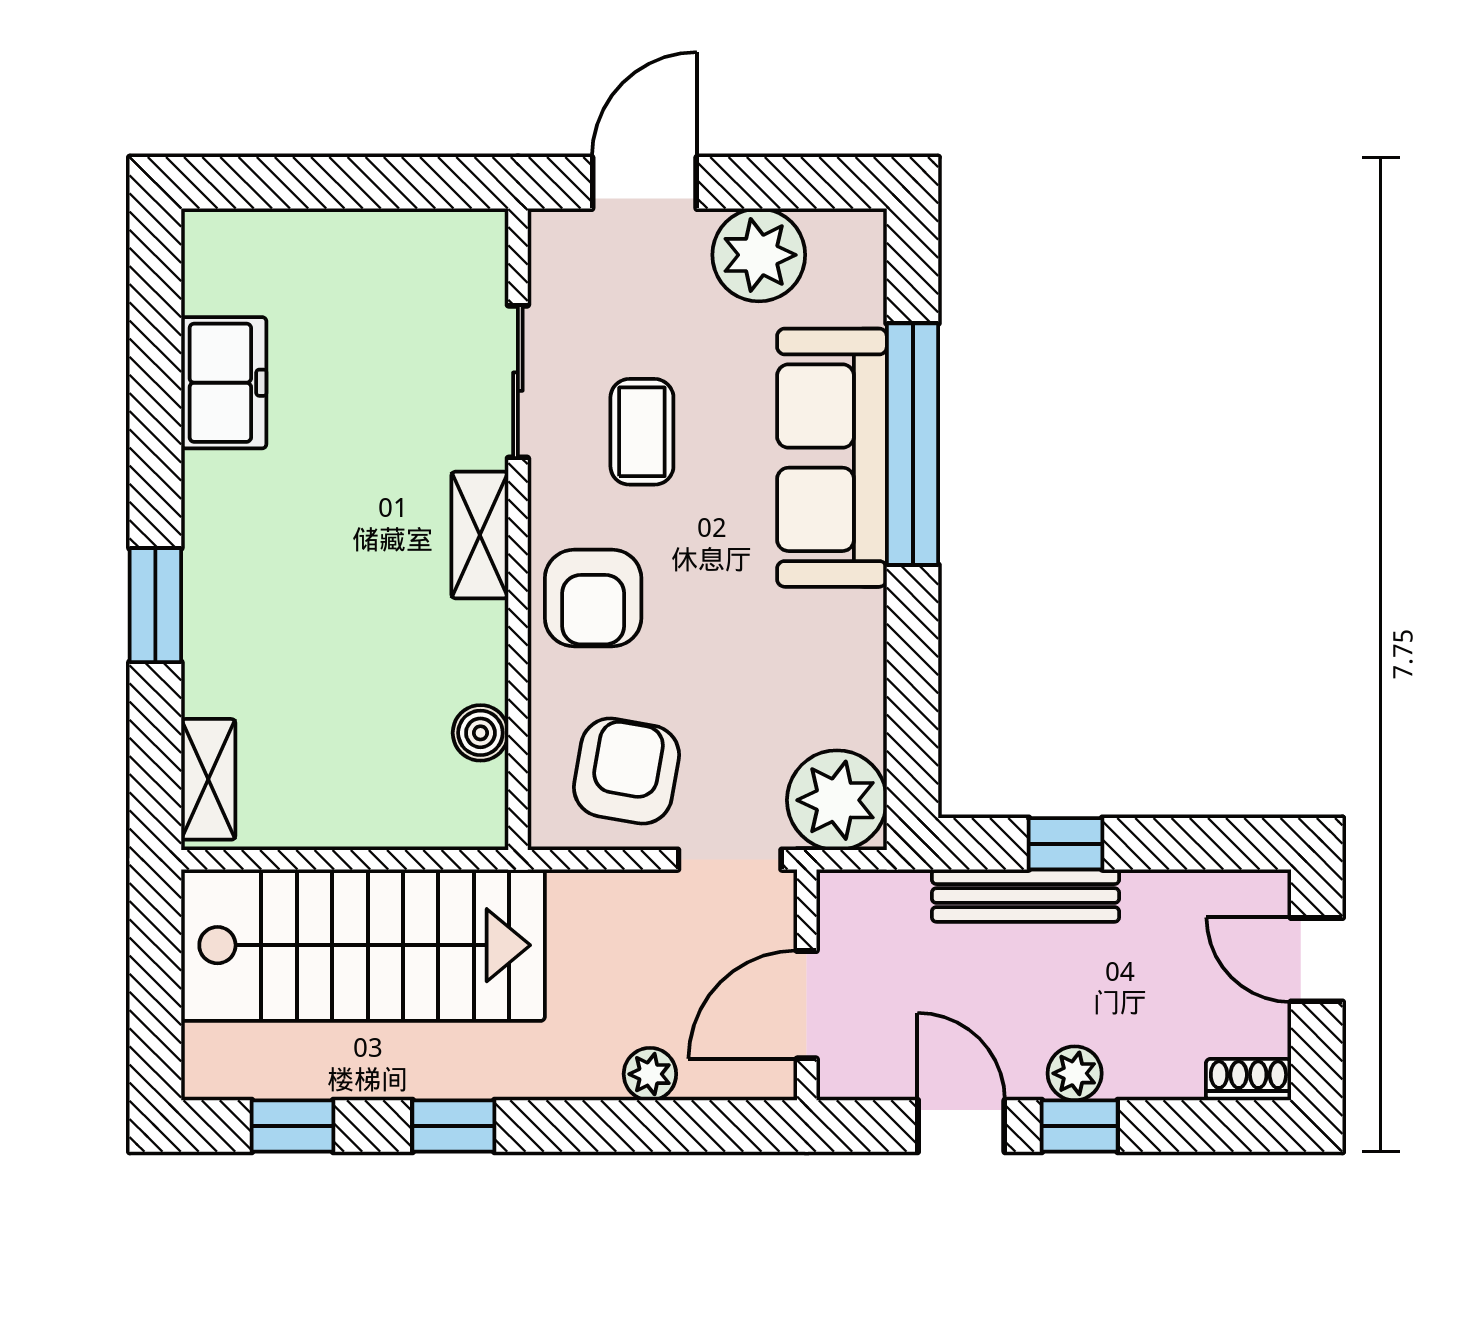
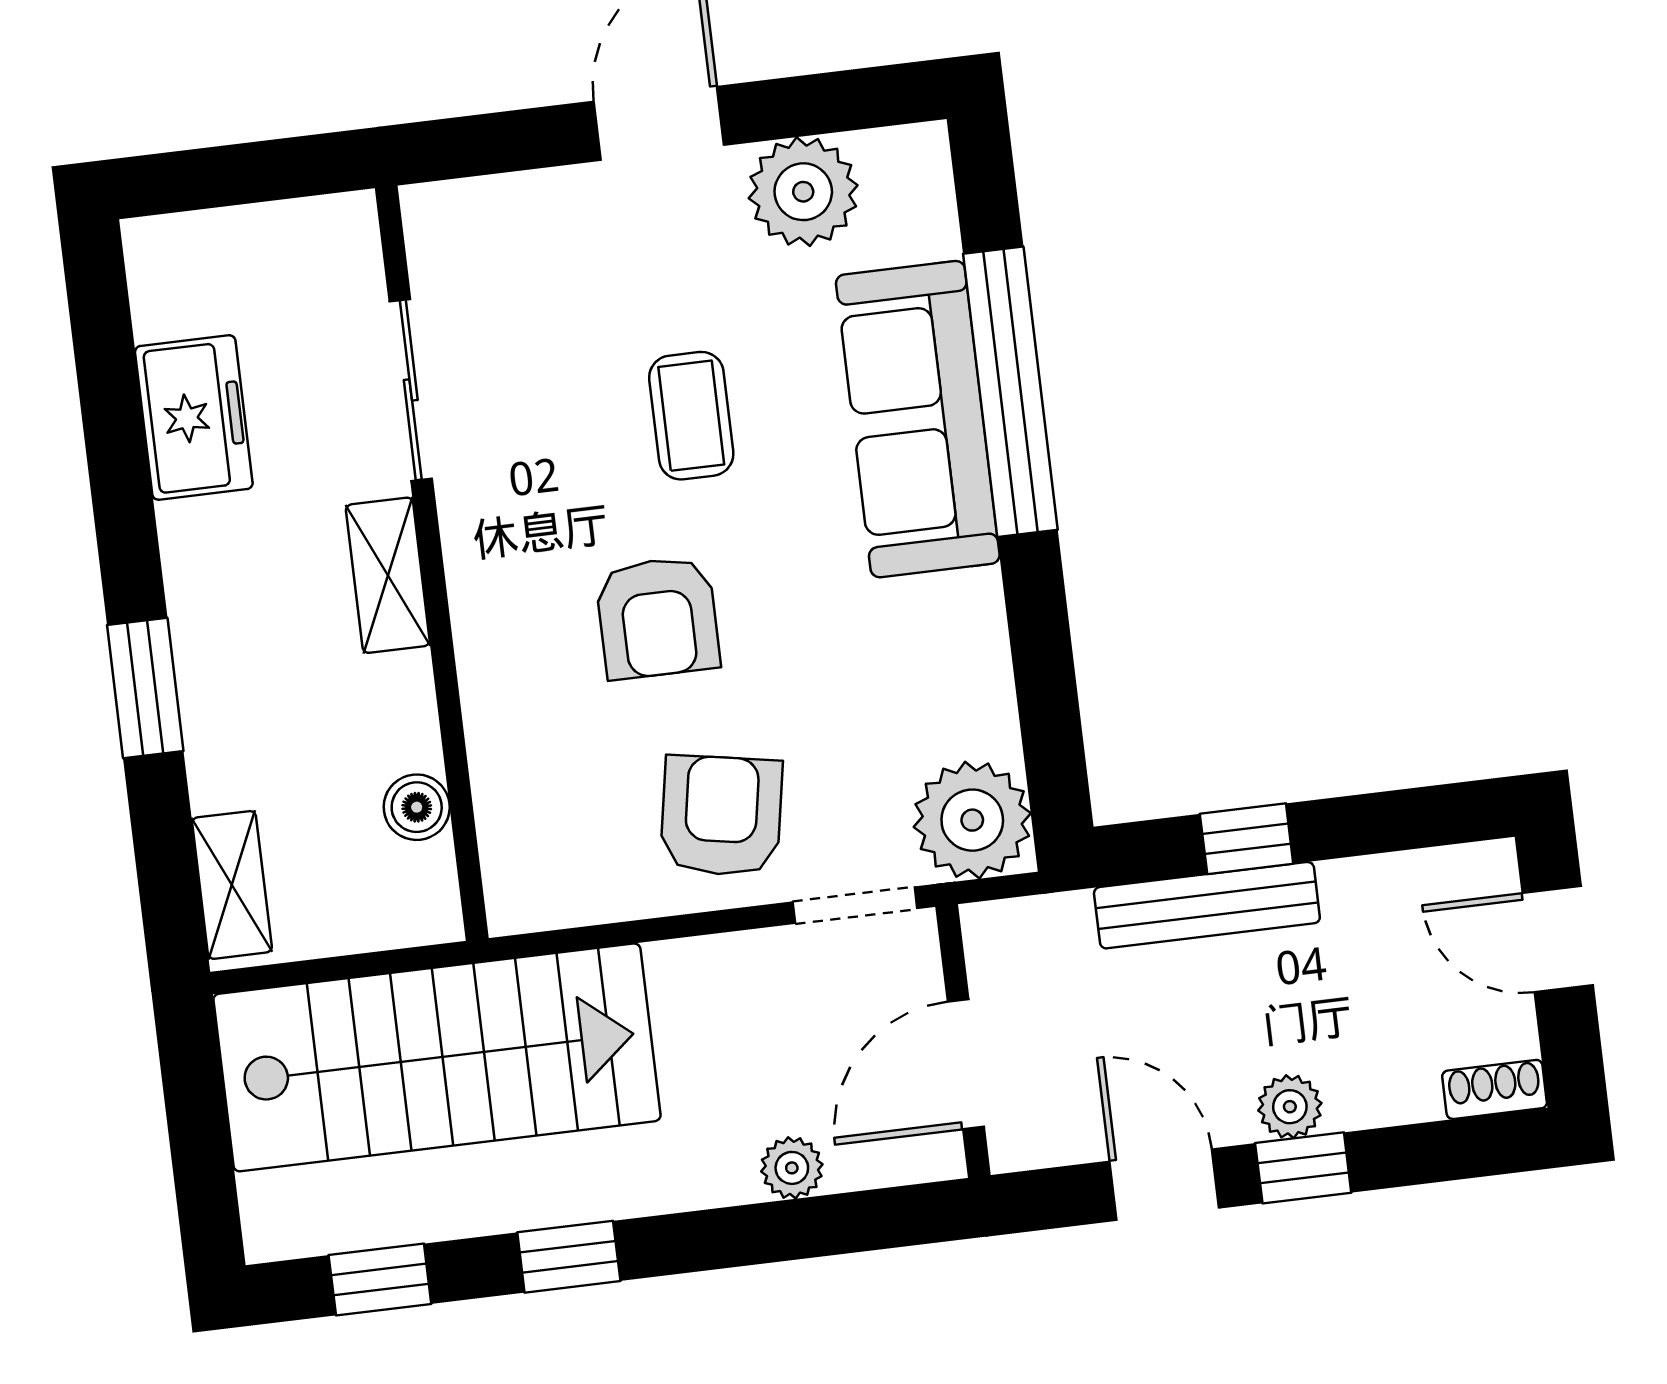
sliding door: (518, 382) -> (411, 390), moved
wall: (518, 529) -> (432, 563), moved
shelving: (480, 535) -> (388, 575), moved
boiler: (480, 733) -> (417, 807), moved

